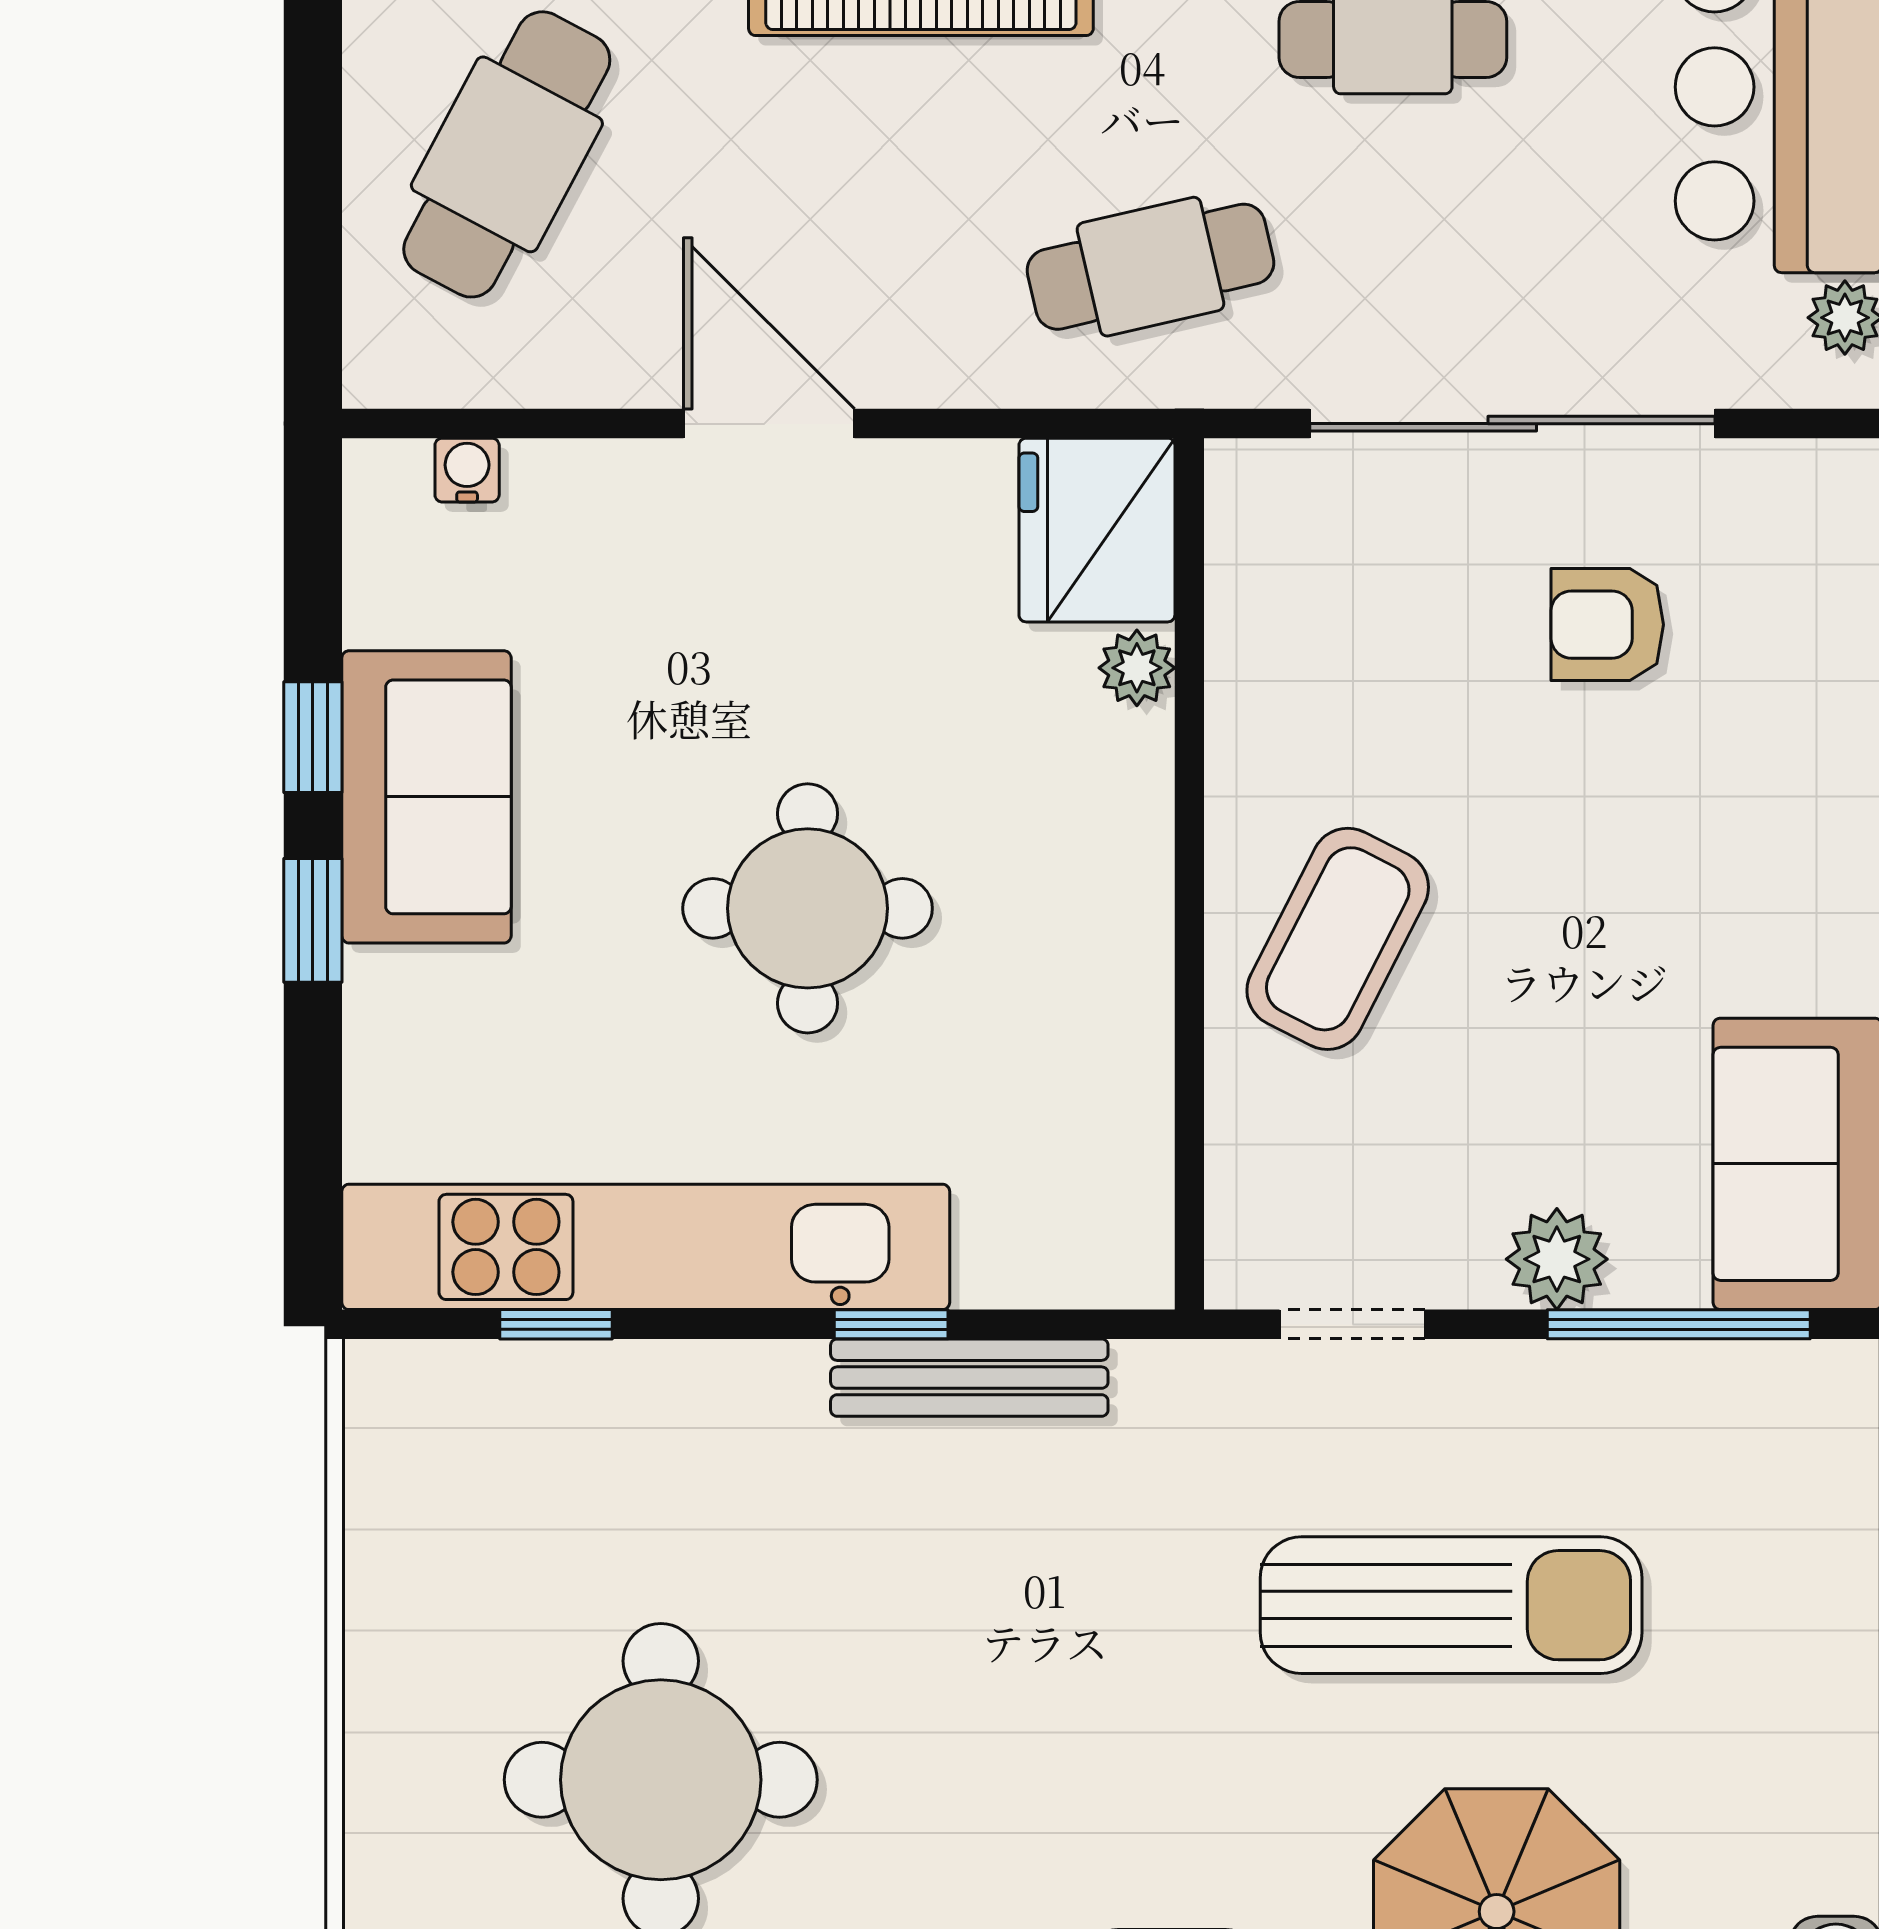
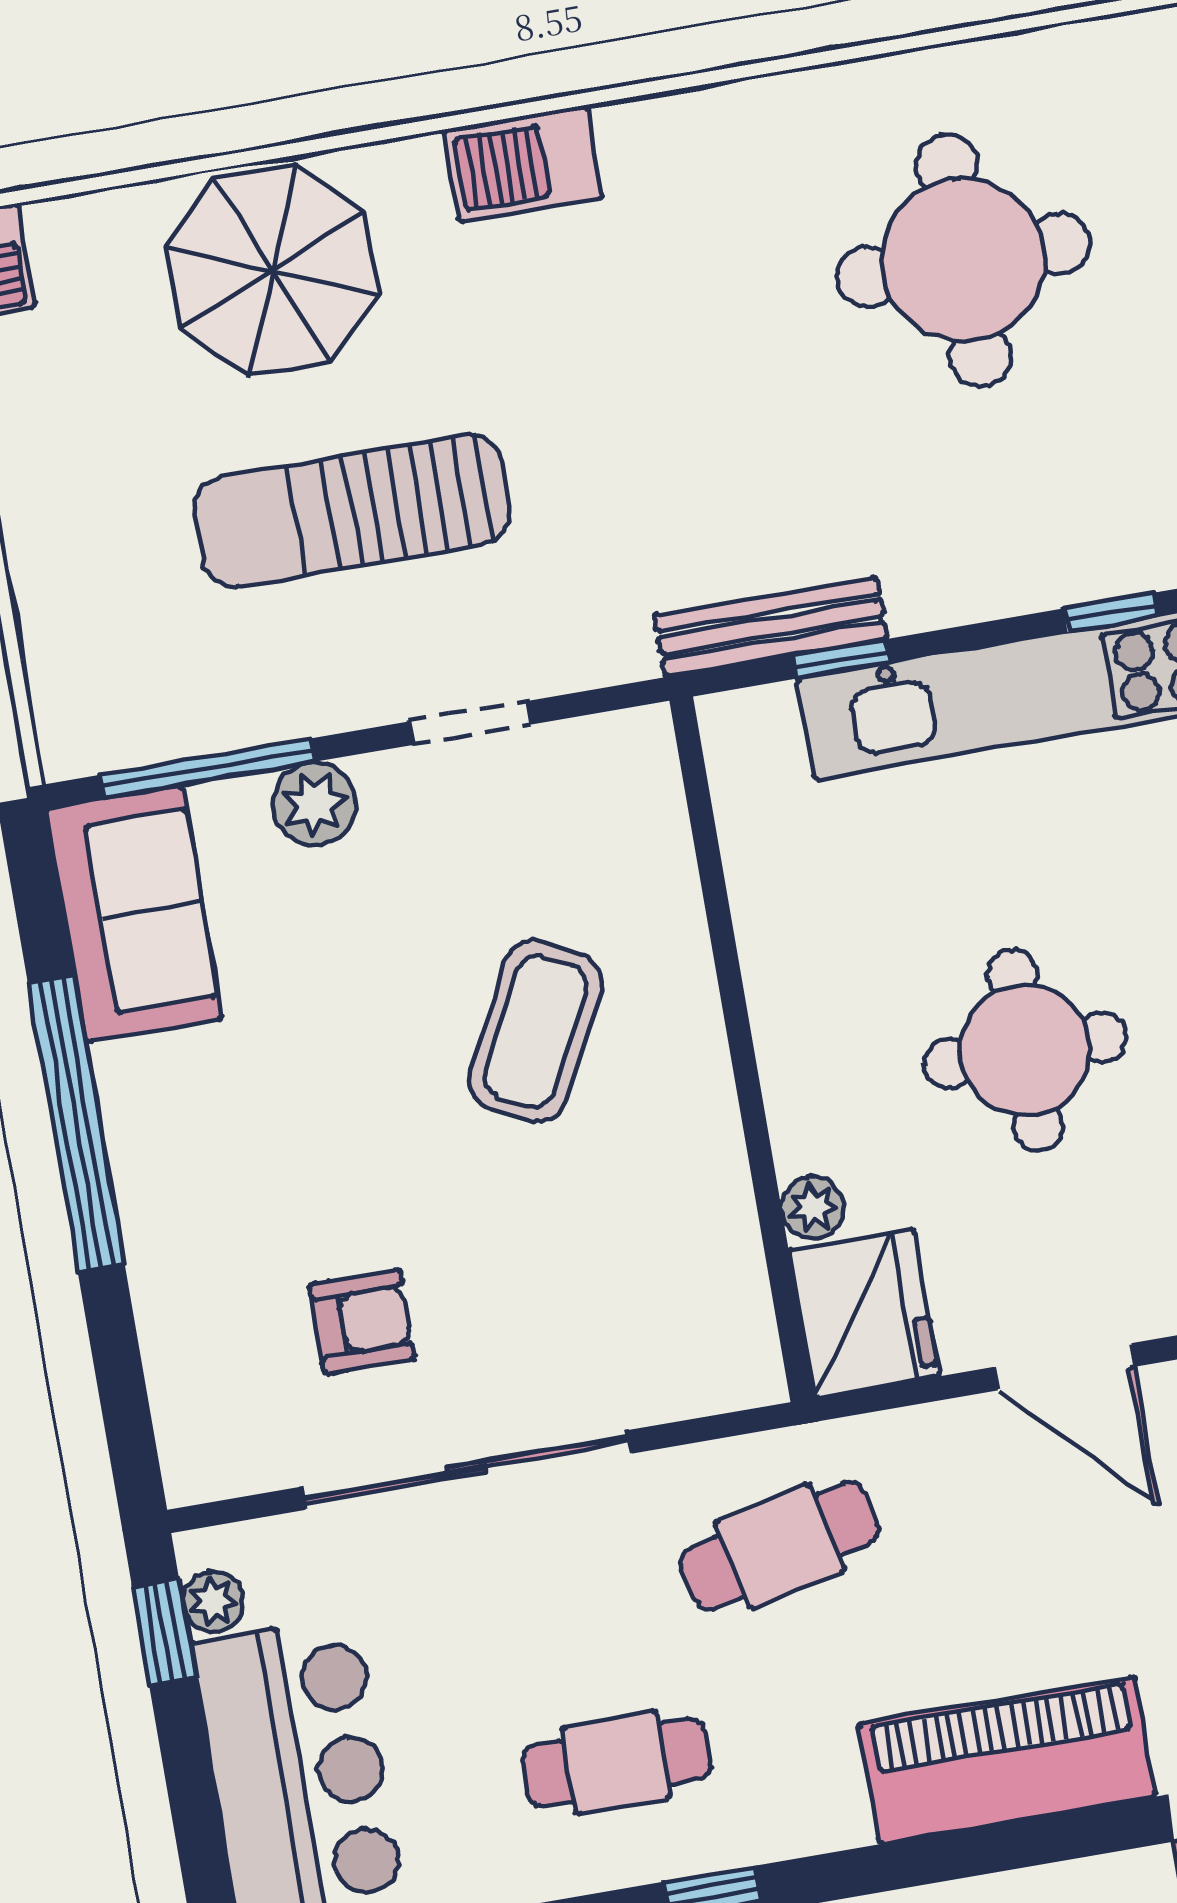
fridge: (1097, 530) -> (864, 1313), moved
plant: (1137, 668) -> (813, 1208), moved
wall: (1189, 874) -> (742, 1049), moved
round table: (808, 908) -> (1025, 1050), moved

